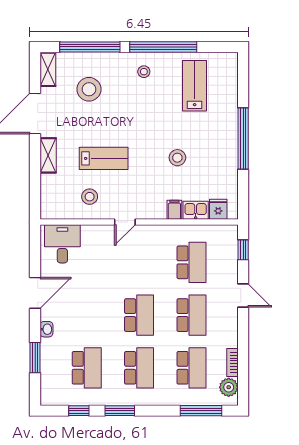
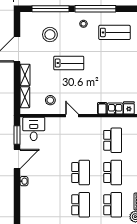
shelving: (48, 69) -> (25, 97), moved
lab bench: (195, 86) -> (114, 32), turned 90
lab bench: (104, 158) -> (69, 63), moved
stool: (177, 158) -> (104, 76), removed
door: (125, 222) -> (72, 116), swing flipped
window: (35, 358) -> (17, 135), moved
school desk: (87, 368) -> (49, 205), removed

